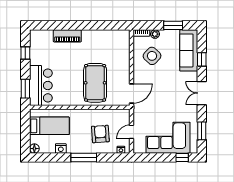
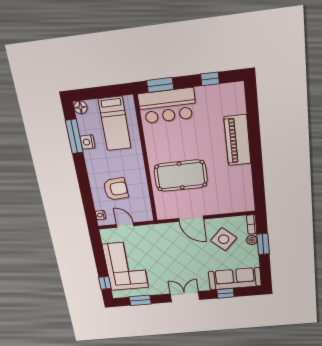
window: (173, 25) -> (263, 244), moved
piano: (67, 36) -> (237, 140), width x1.37, depth x1.33
door: (132, 94) -> (191, 219), moved
window: (84, 158) -> (74, 136), moved

